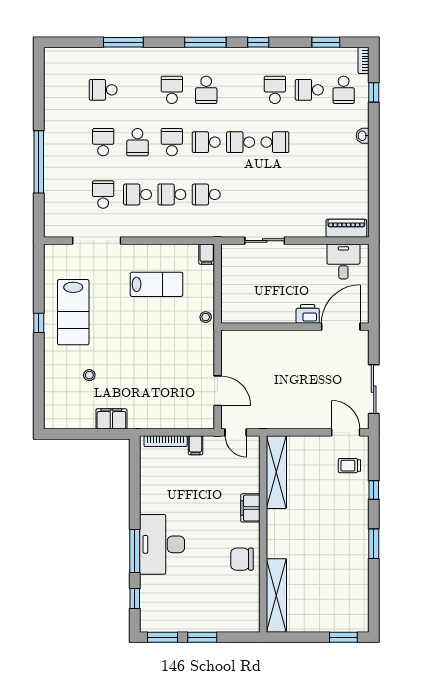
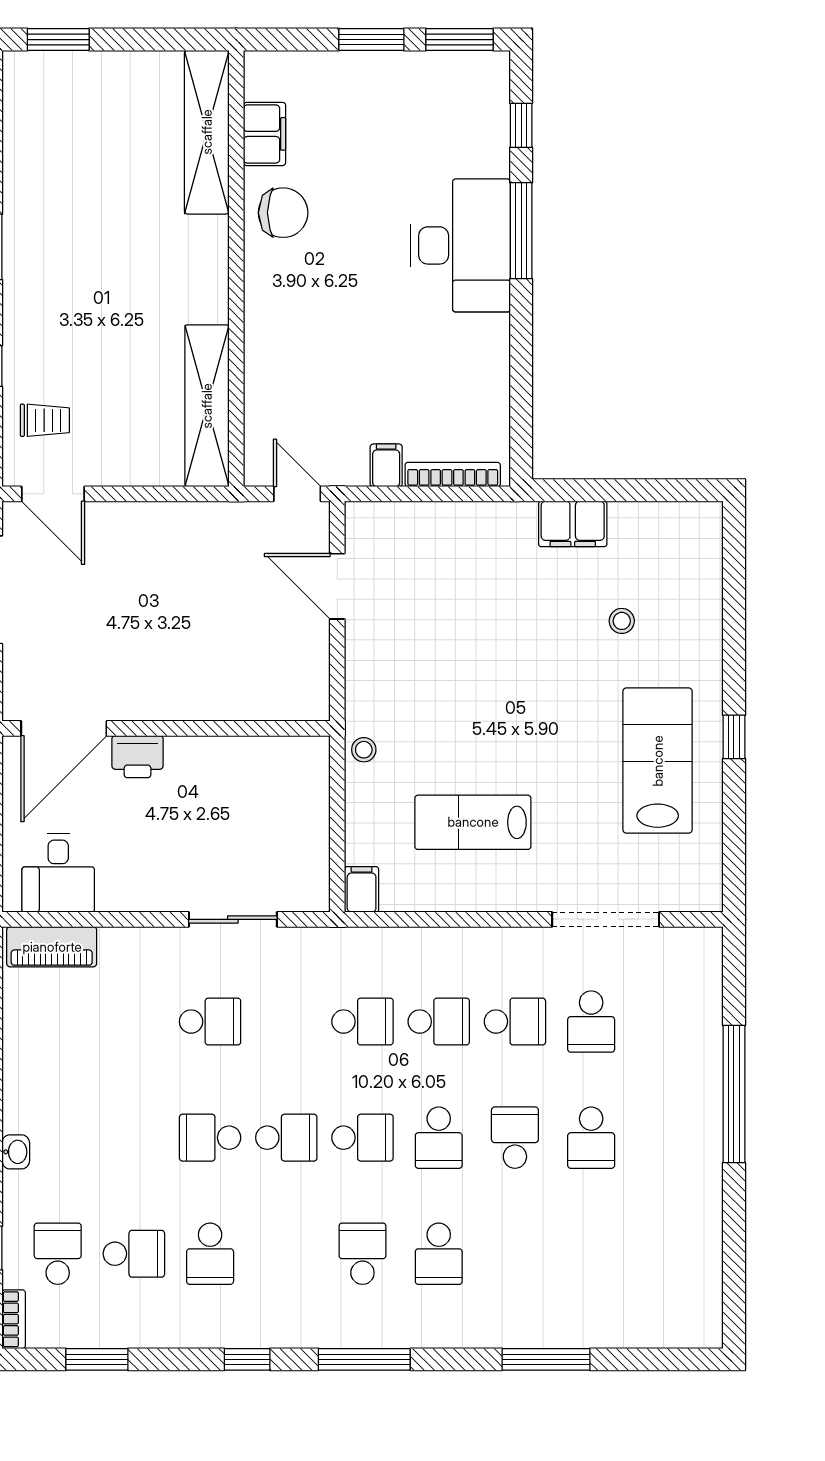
school desk: (103, 90) -> (210, 1022), moved
filing cabinet: (250, 508) -> (265, 134), moved

